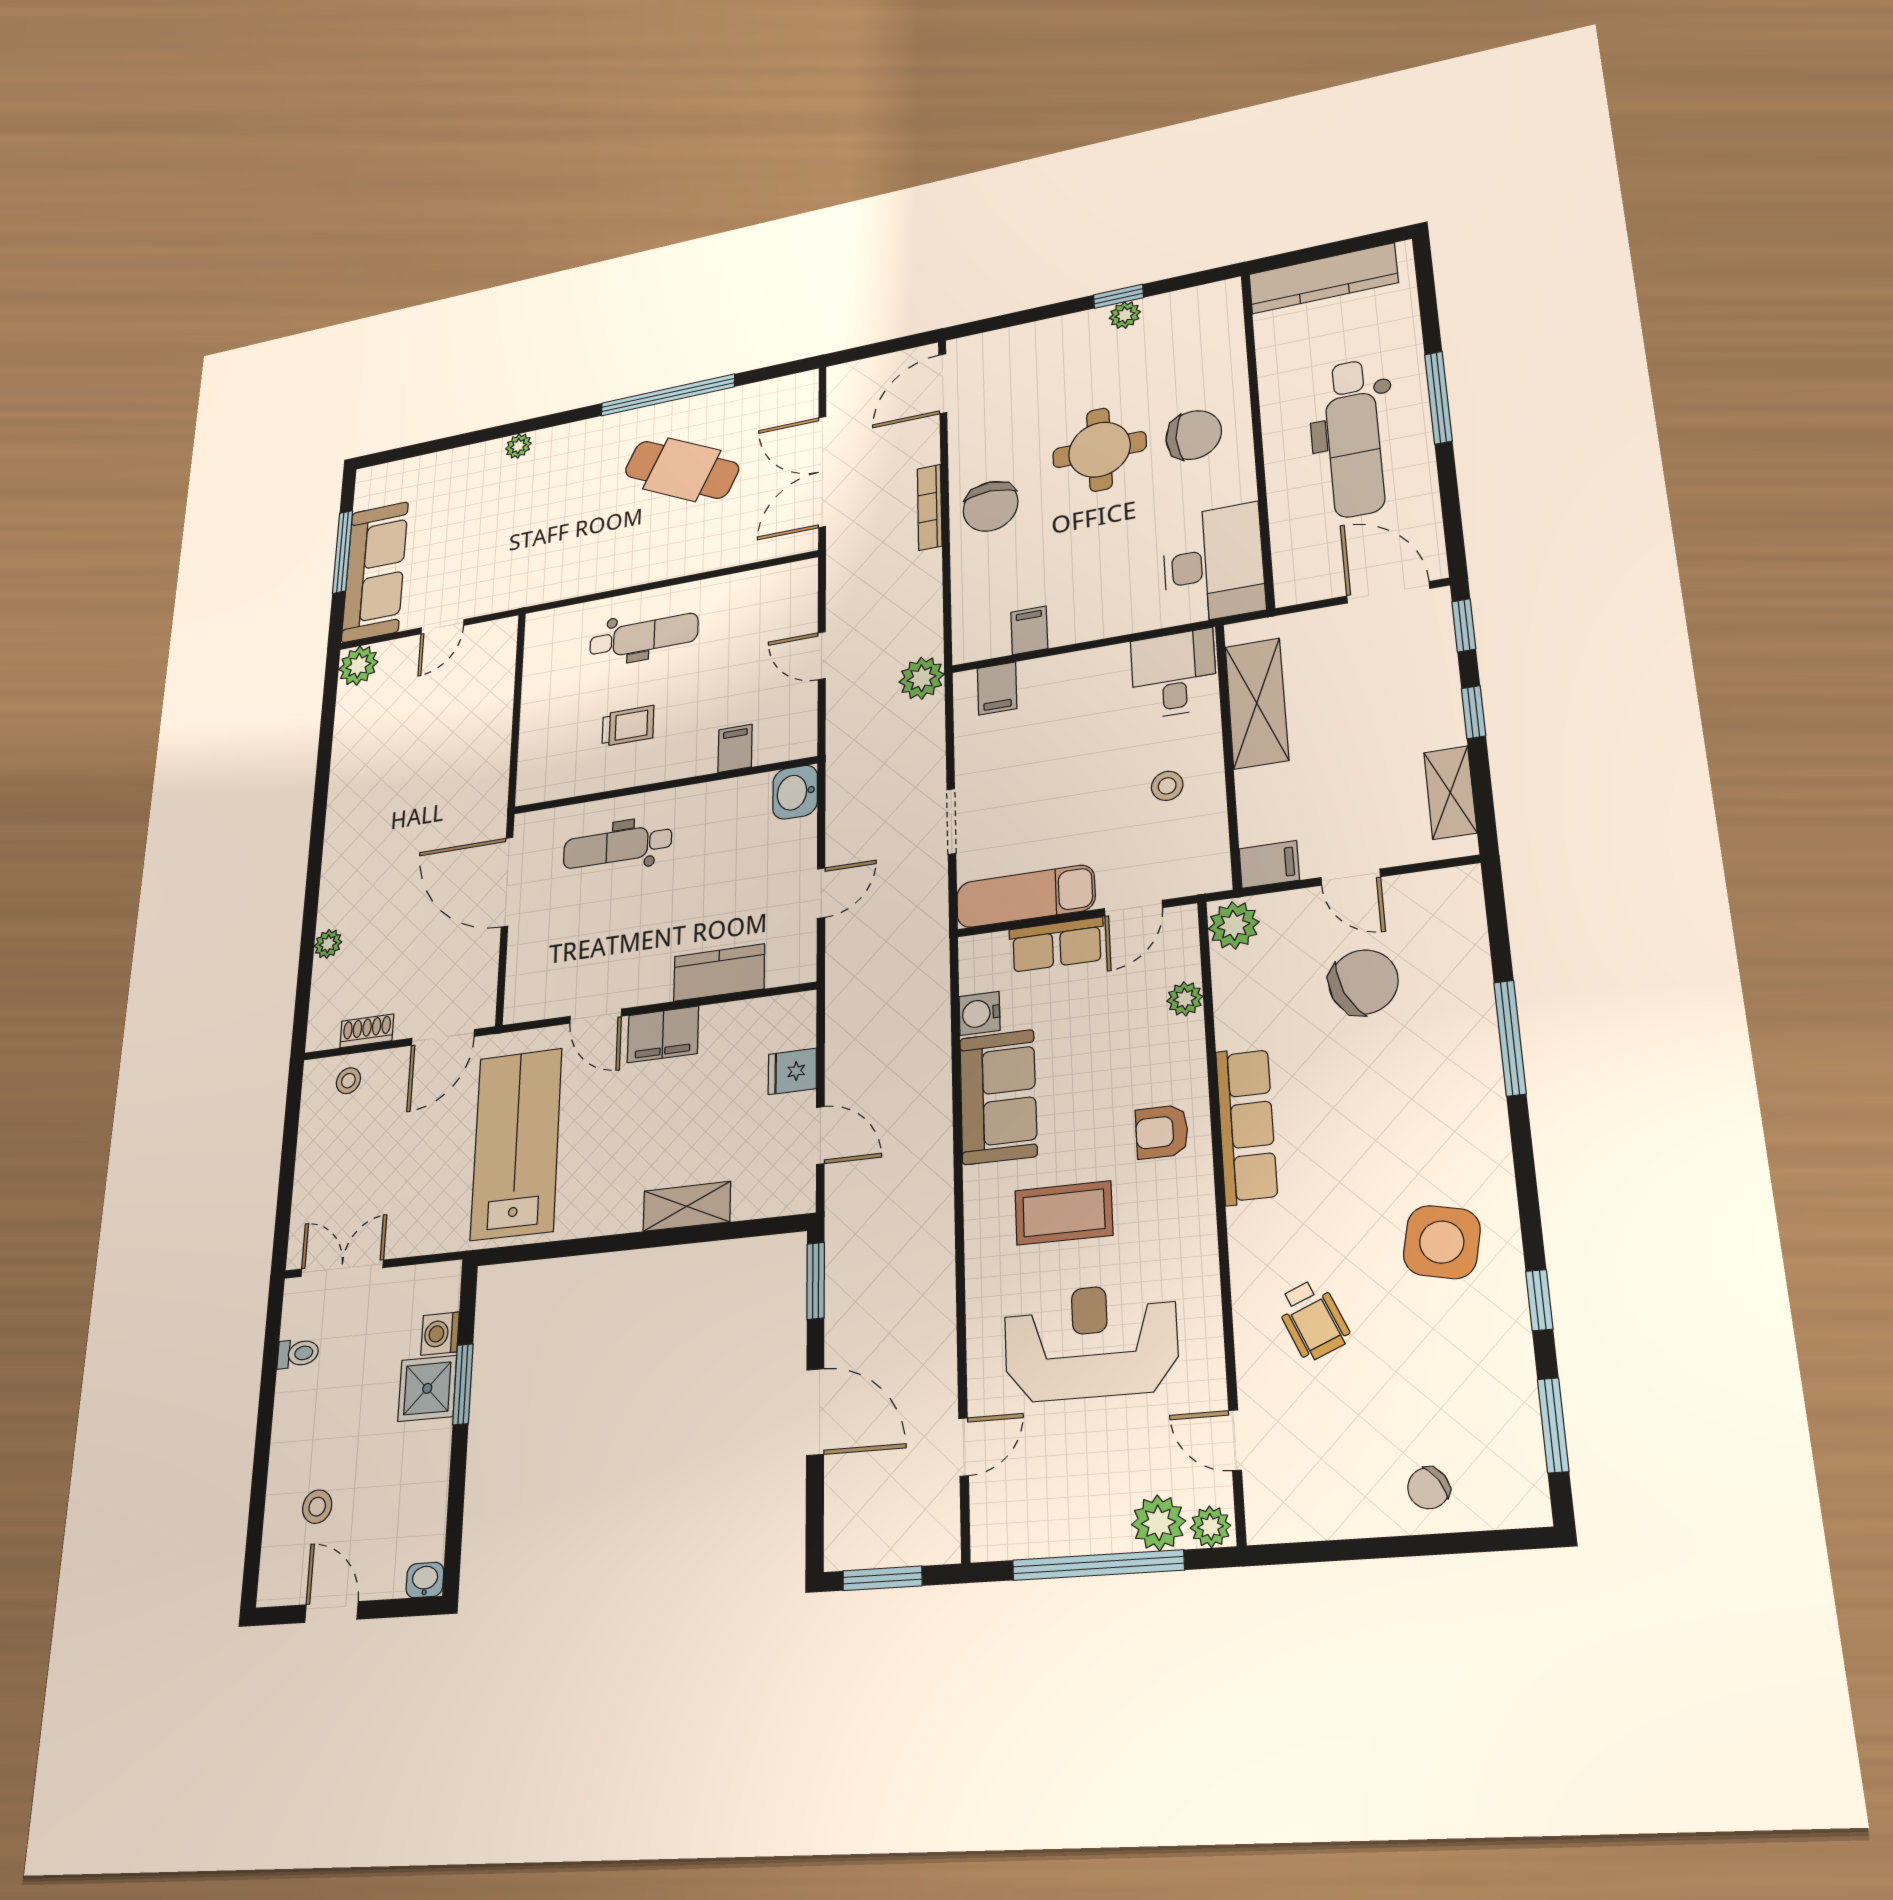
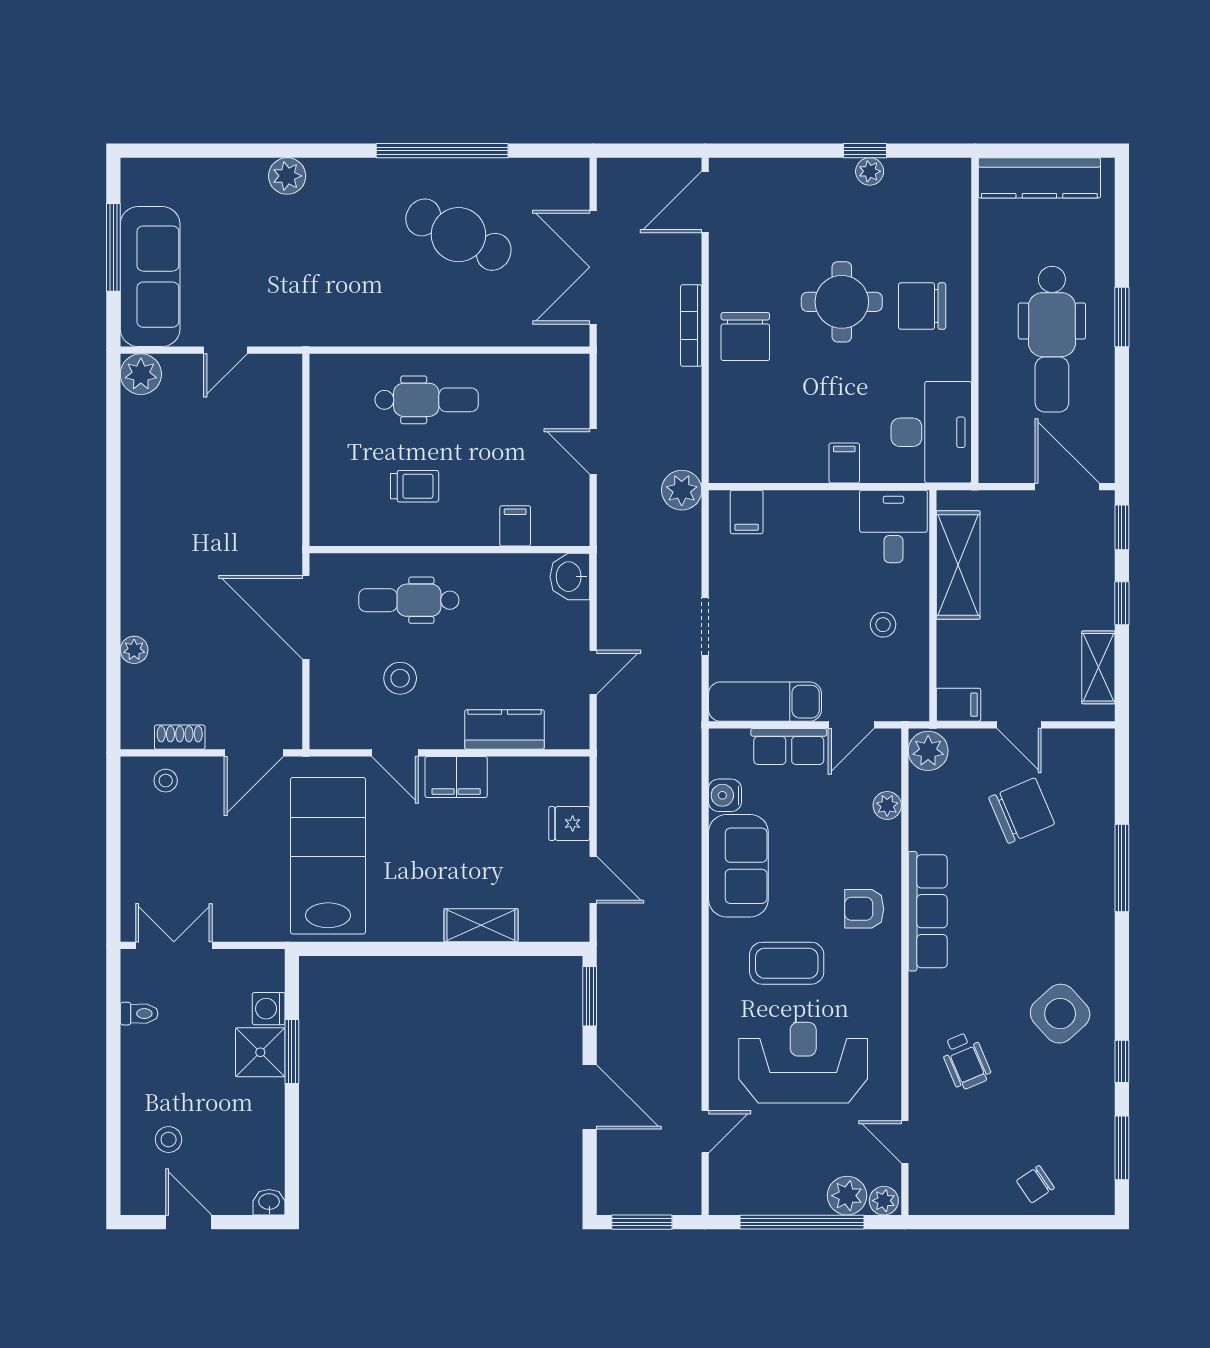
window: (1438, 398) -> (1122, 317), width x0.69
chair: (1194, 435) -> (922, 306), turned 180
plant: (518, 446) -> (287, 176), width x1.38, depth x1.38
filing cabinet: (1029, 630) -> (844, 463), moved
stool: (605, 932) -> (400, 678), added
side table: (1442, 1242) -> (1060, 1014), turned 36

